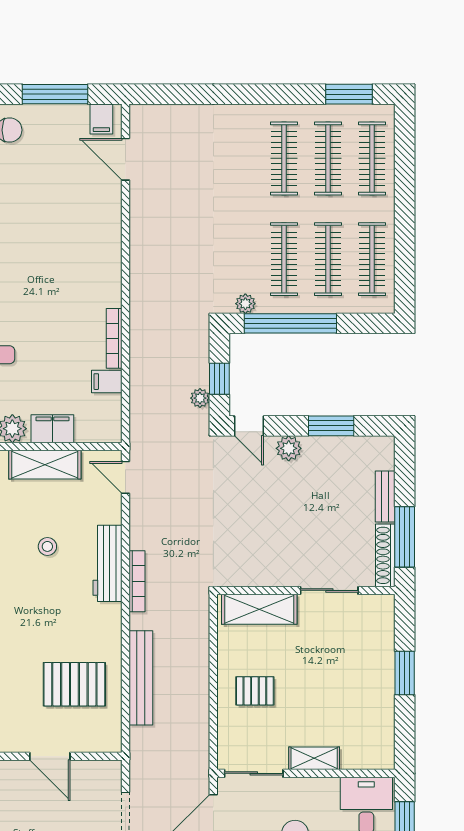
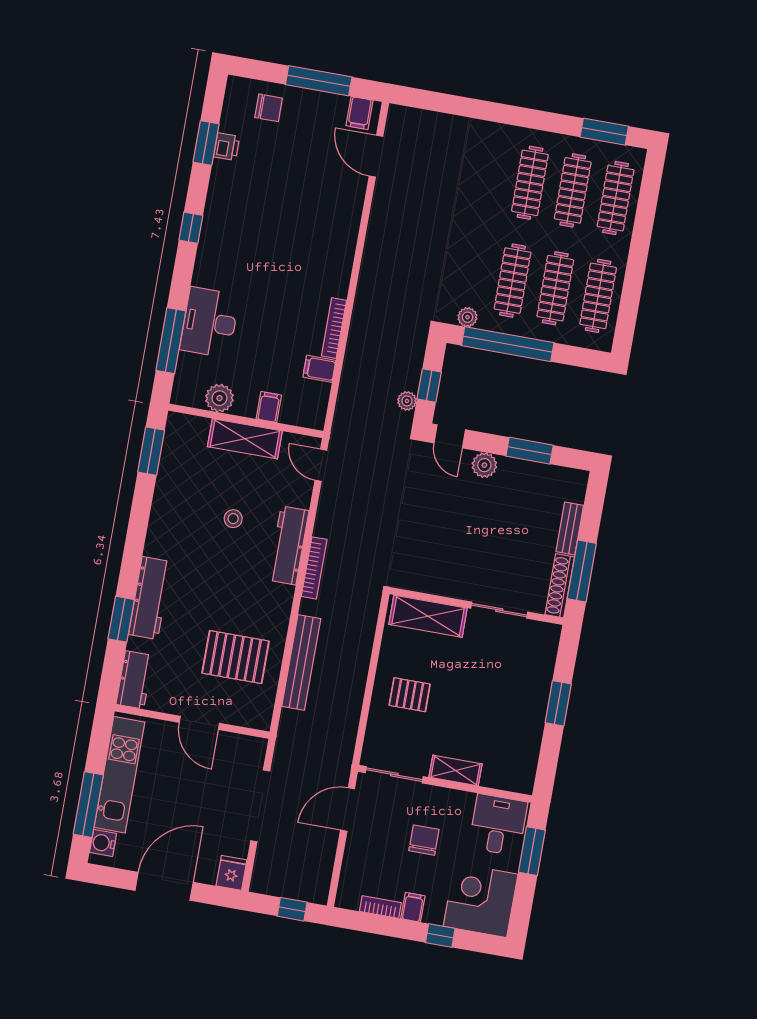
filing cabinet: (52, 429) -> (269, 407), width x0.50

